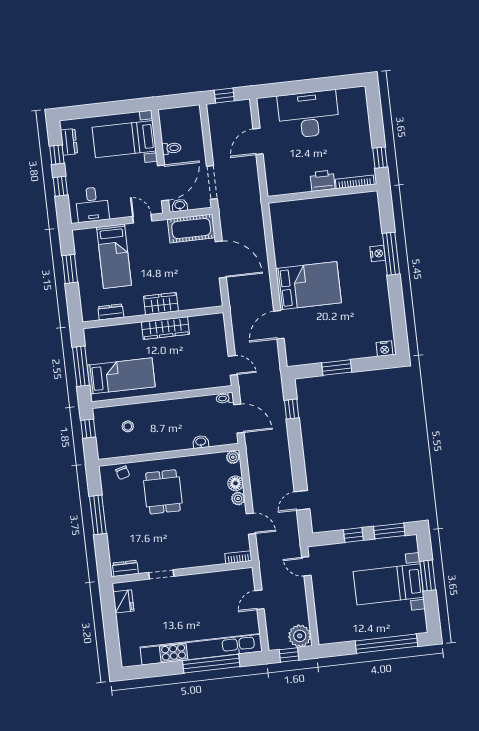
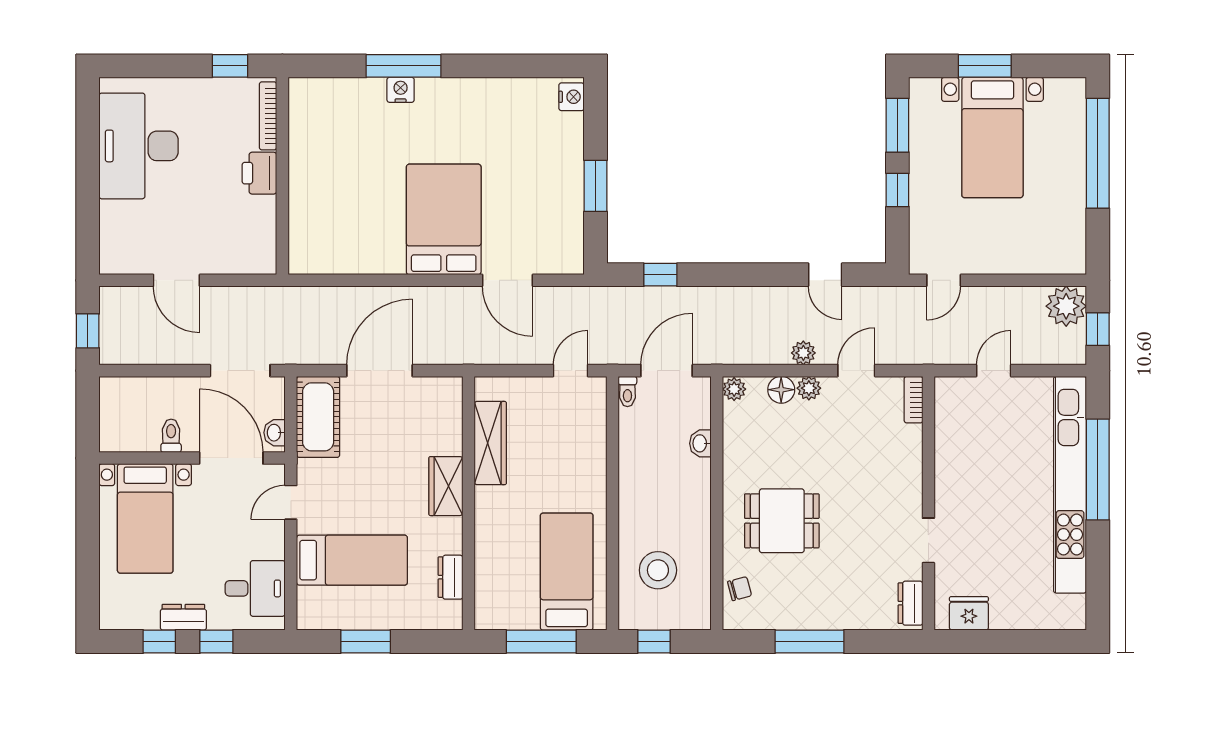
desk: (309, 114) -> (139, 146), moved
dresser: (69, 142) -> (183, 617), moved
wardrobe: (165, 328) -> (490, 443), moved
stool: (128, 426) -> (658, 570), width x1.89, depth x1.89
plant: (257, 493) -> (803, 353), added
door: (259, 600) -> (994, 371), swing flipped

